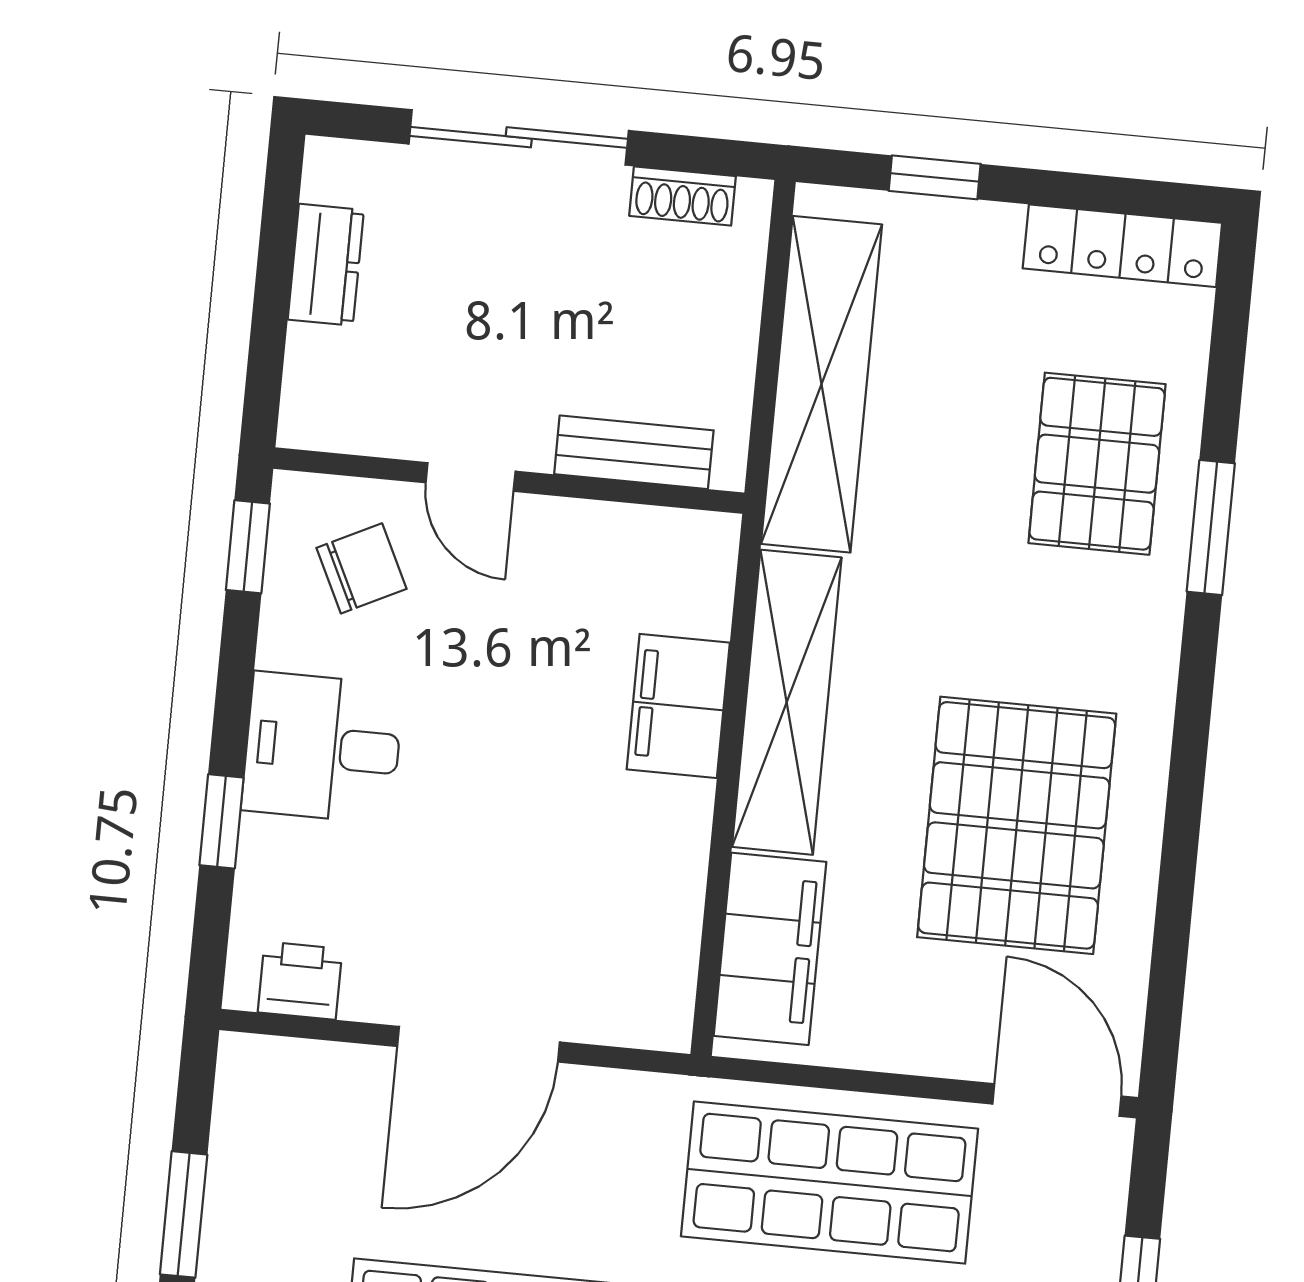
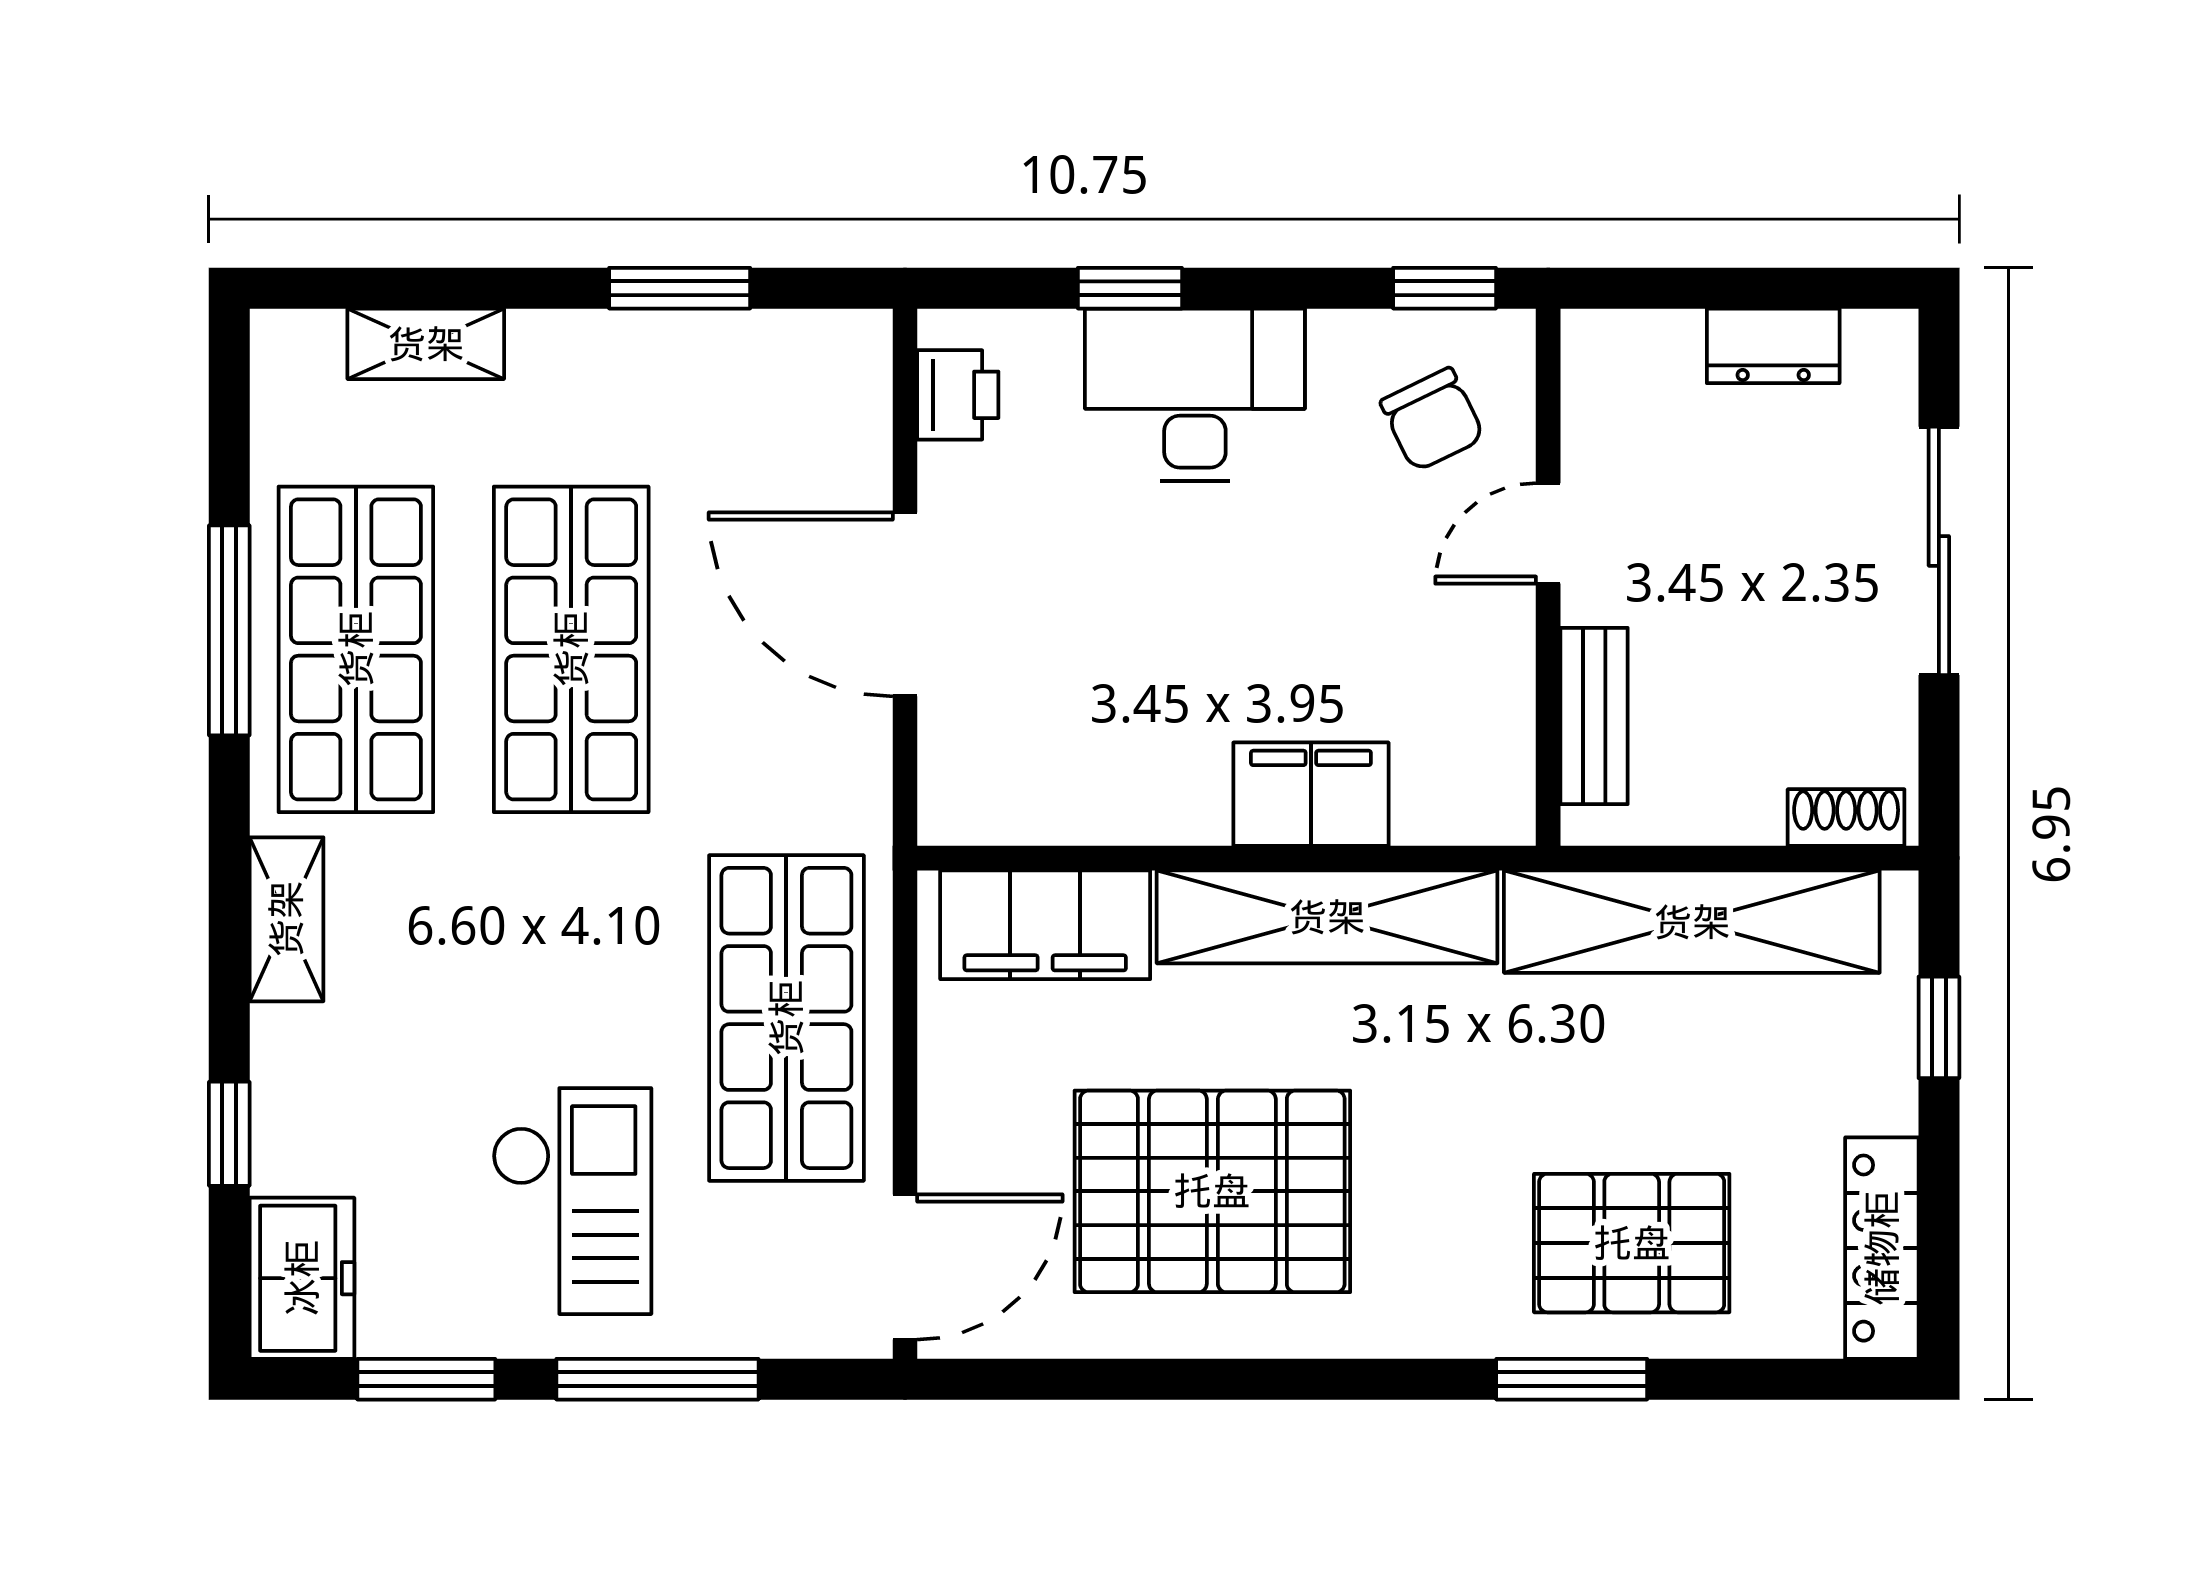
shoe rack: (683, 196) -> (1846, 818), moved, turned 90
desk: (323, 748) -> (1195, 395), width x1.37

